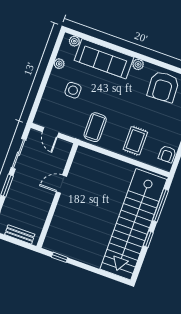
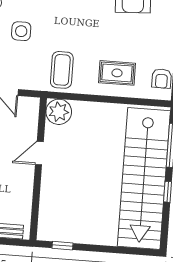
rug: (135, 141) -> (117, 73), turned 90
plant: (84, 158) -> (59, 112), added

